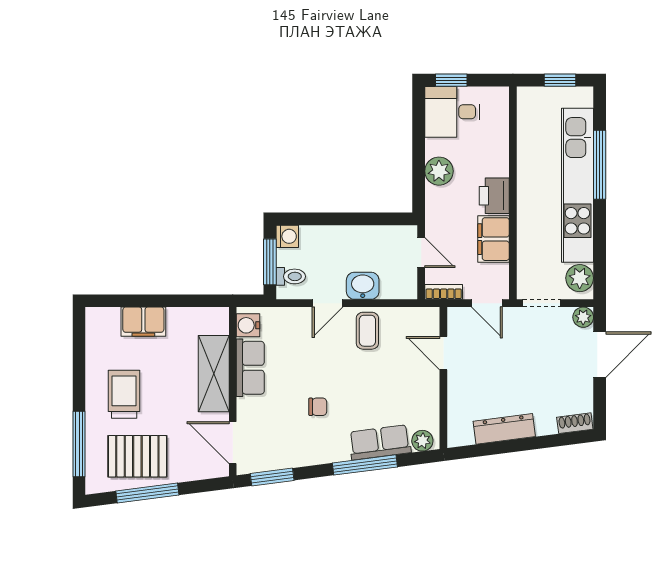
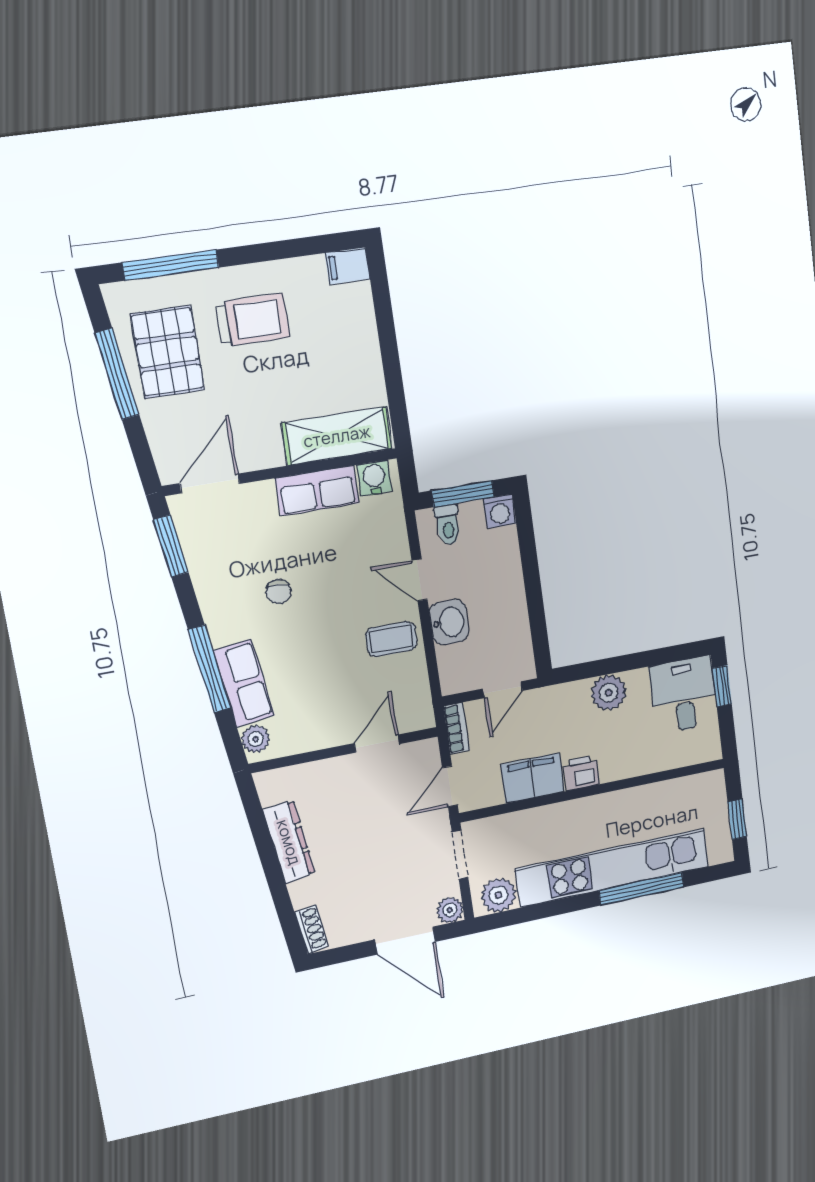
printer: (494, 196) -> (581, 773), width x0.73, depth x0.81
filing cabinet: (143, 322) -> (347, 266), moved, width x0.50
shelving: (214, 374) -> (337, 436), moved

